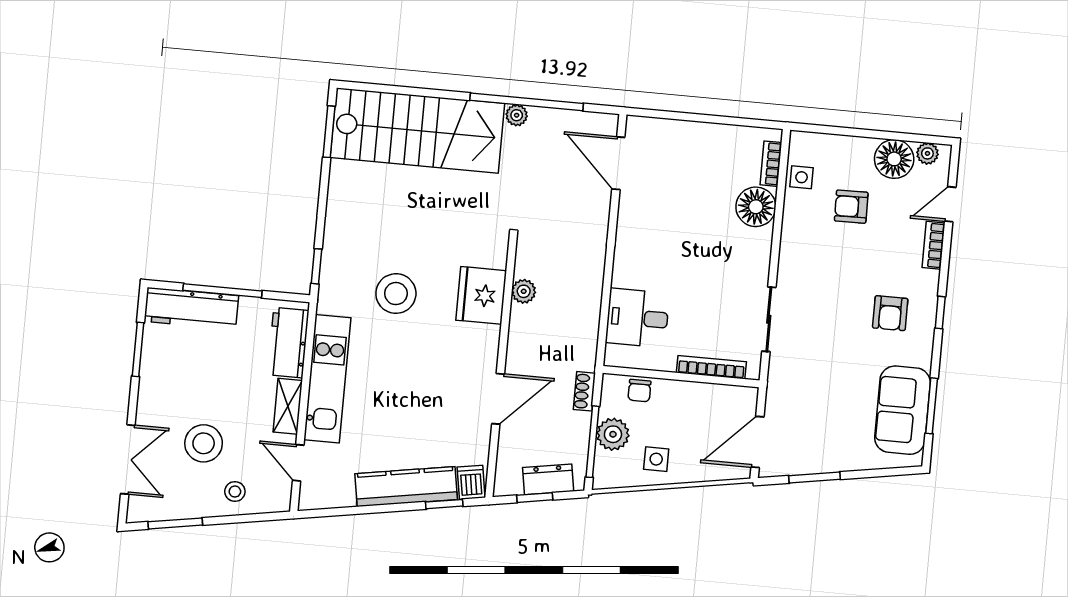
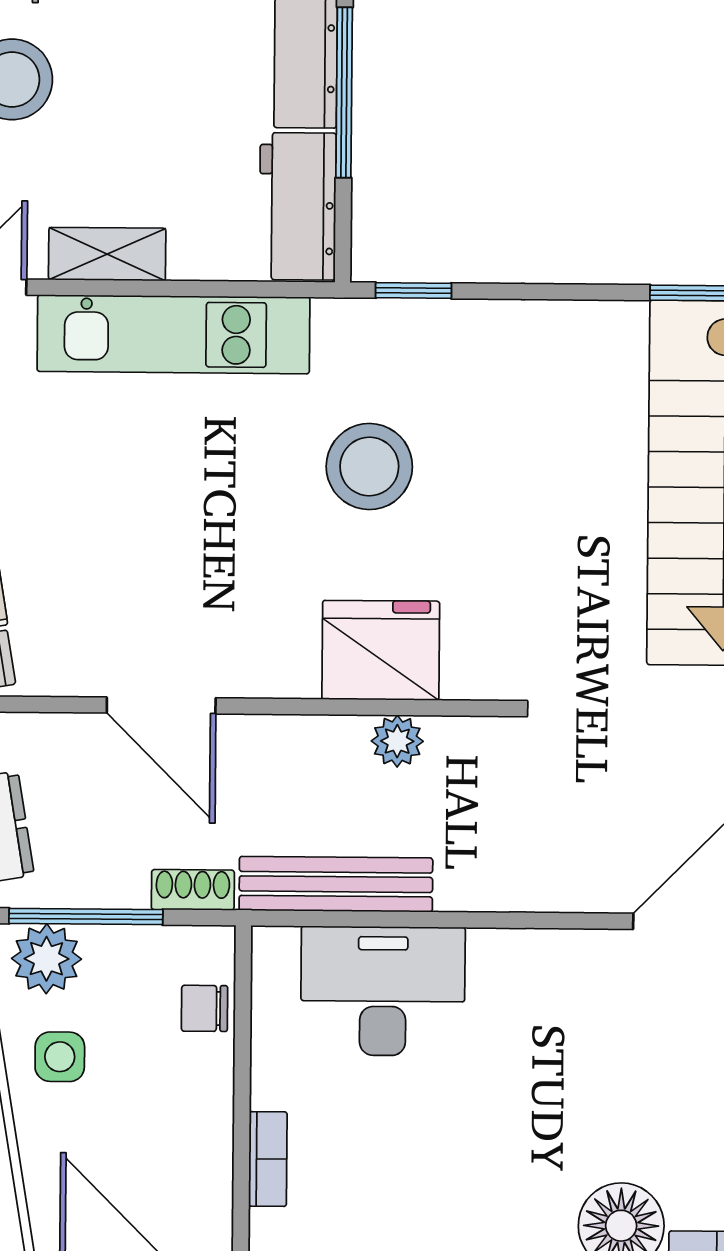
desk: (637, 318) -> (383, 991), width x1.37
bench: (587, 325) -> (336, 884), added
workbench: (288, 343) -> (298, 206), moved, turned -90
bookcase: (711, 367) -> (268, 1159), width x0.64
plant: (613, 434) -> (46, 959), moved

